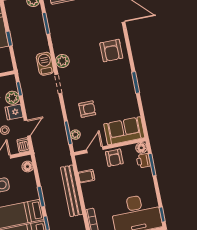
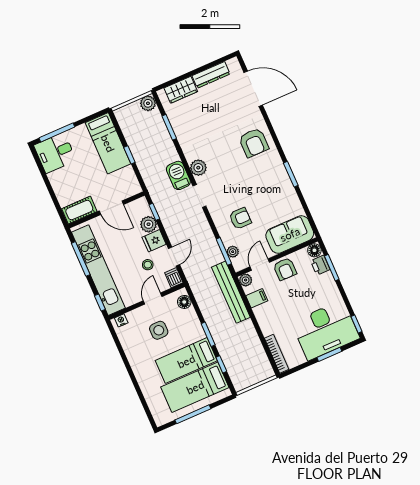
plant: (81, 160) -> (246, 280), added
bench: (72, 191) -> (231, 292), moved

